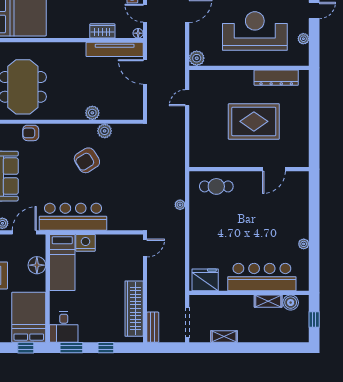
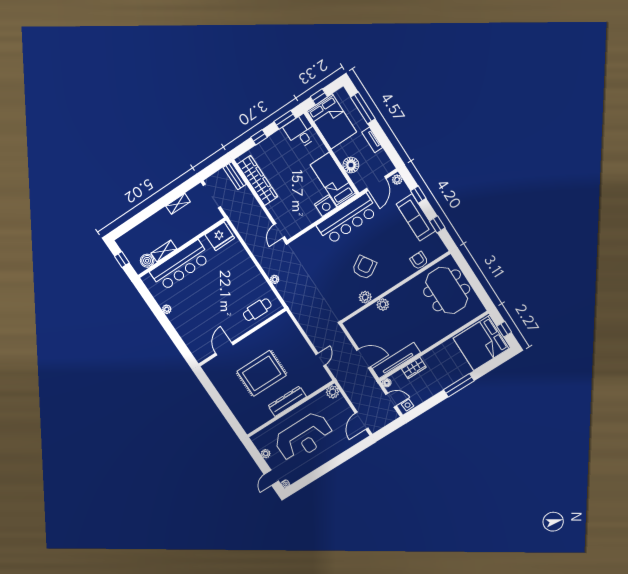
dresser: (276, 78) -> (287, 401), moved
armchair: (31, 133) -> (419, 261), turned -90

